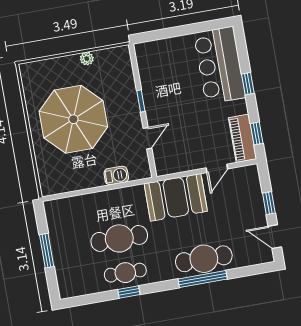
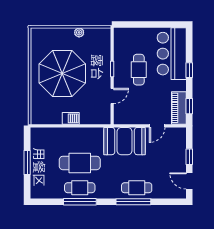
cafe table: (178, 95) -> (139, 70), added
barbecue: (116, 175) -> (71, 118), moved
cafe table: (204, 259) -> (137, 188), width x0.73, depth x0.74
window: (129, 292) -> (80, 202), width x2.17

